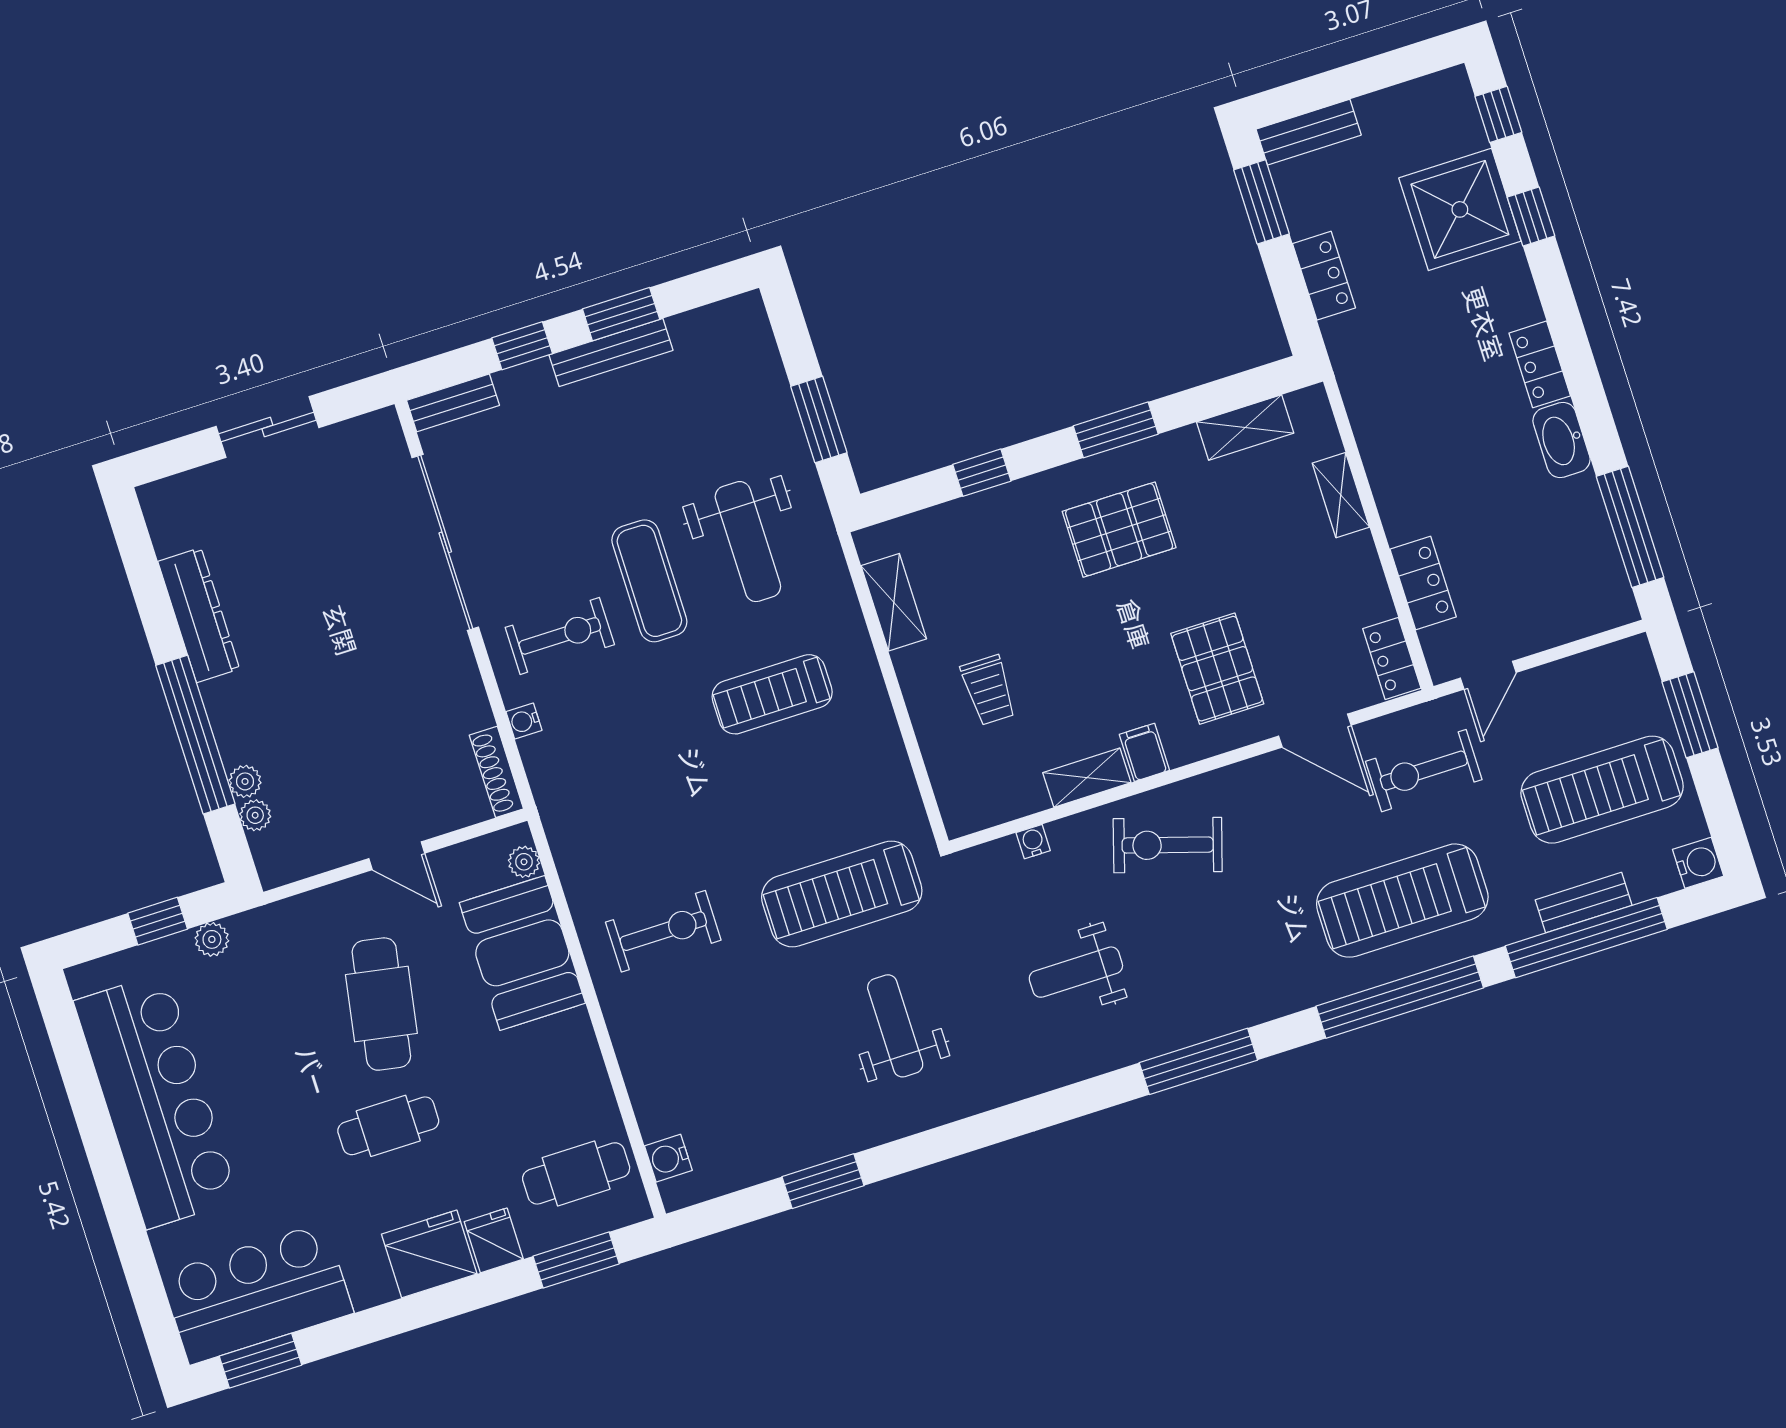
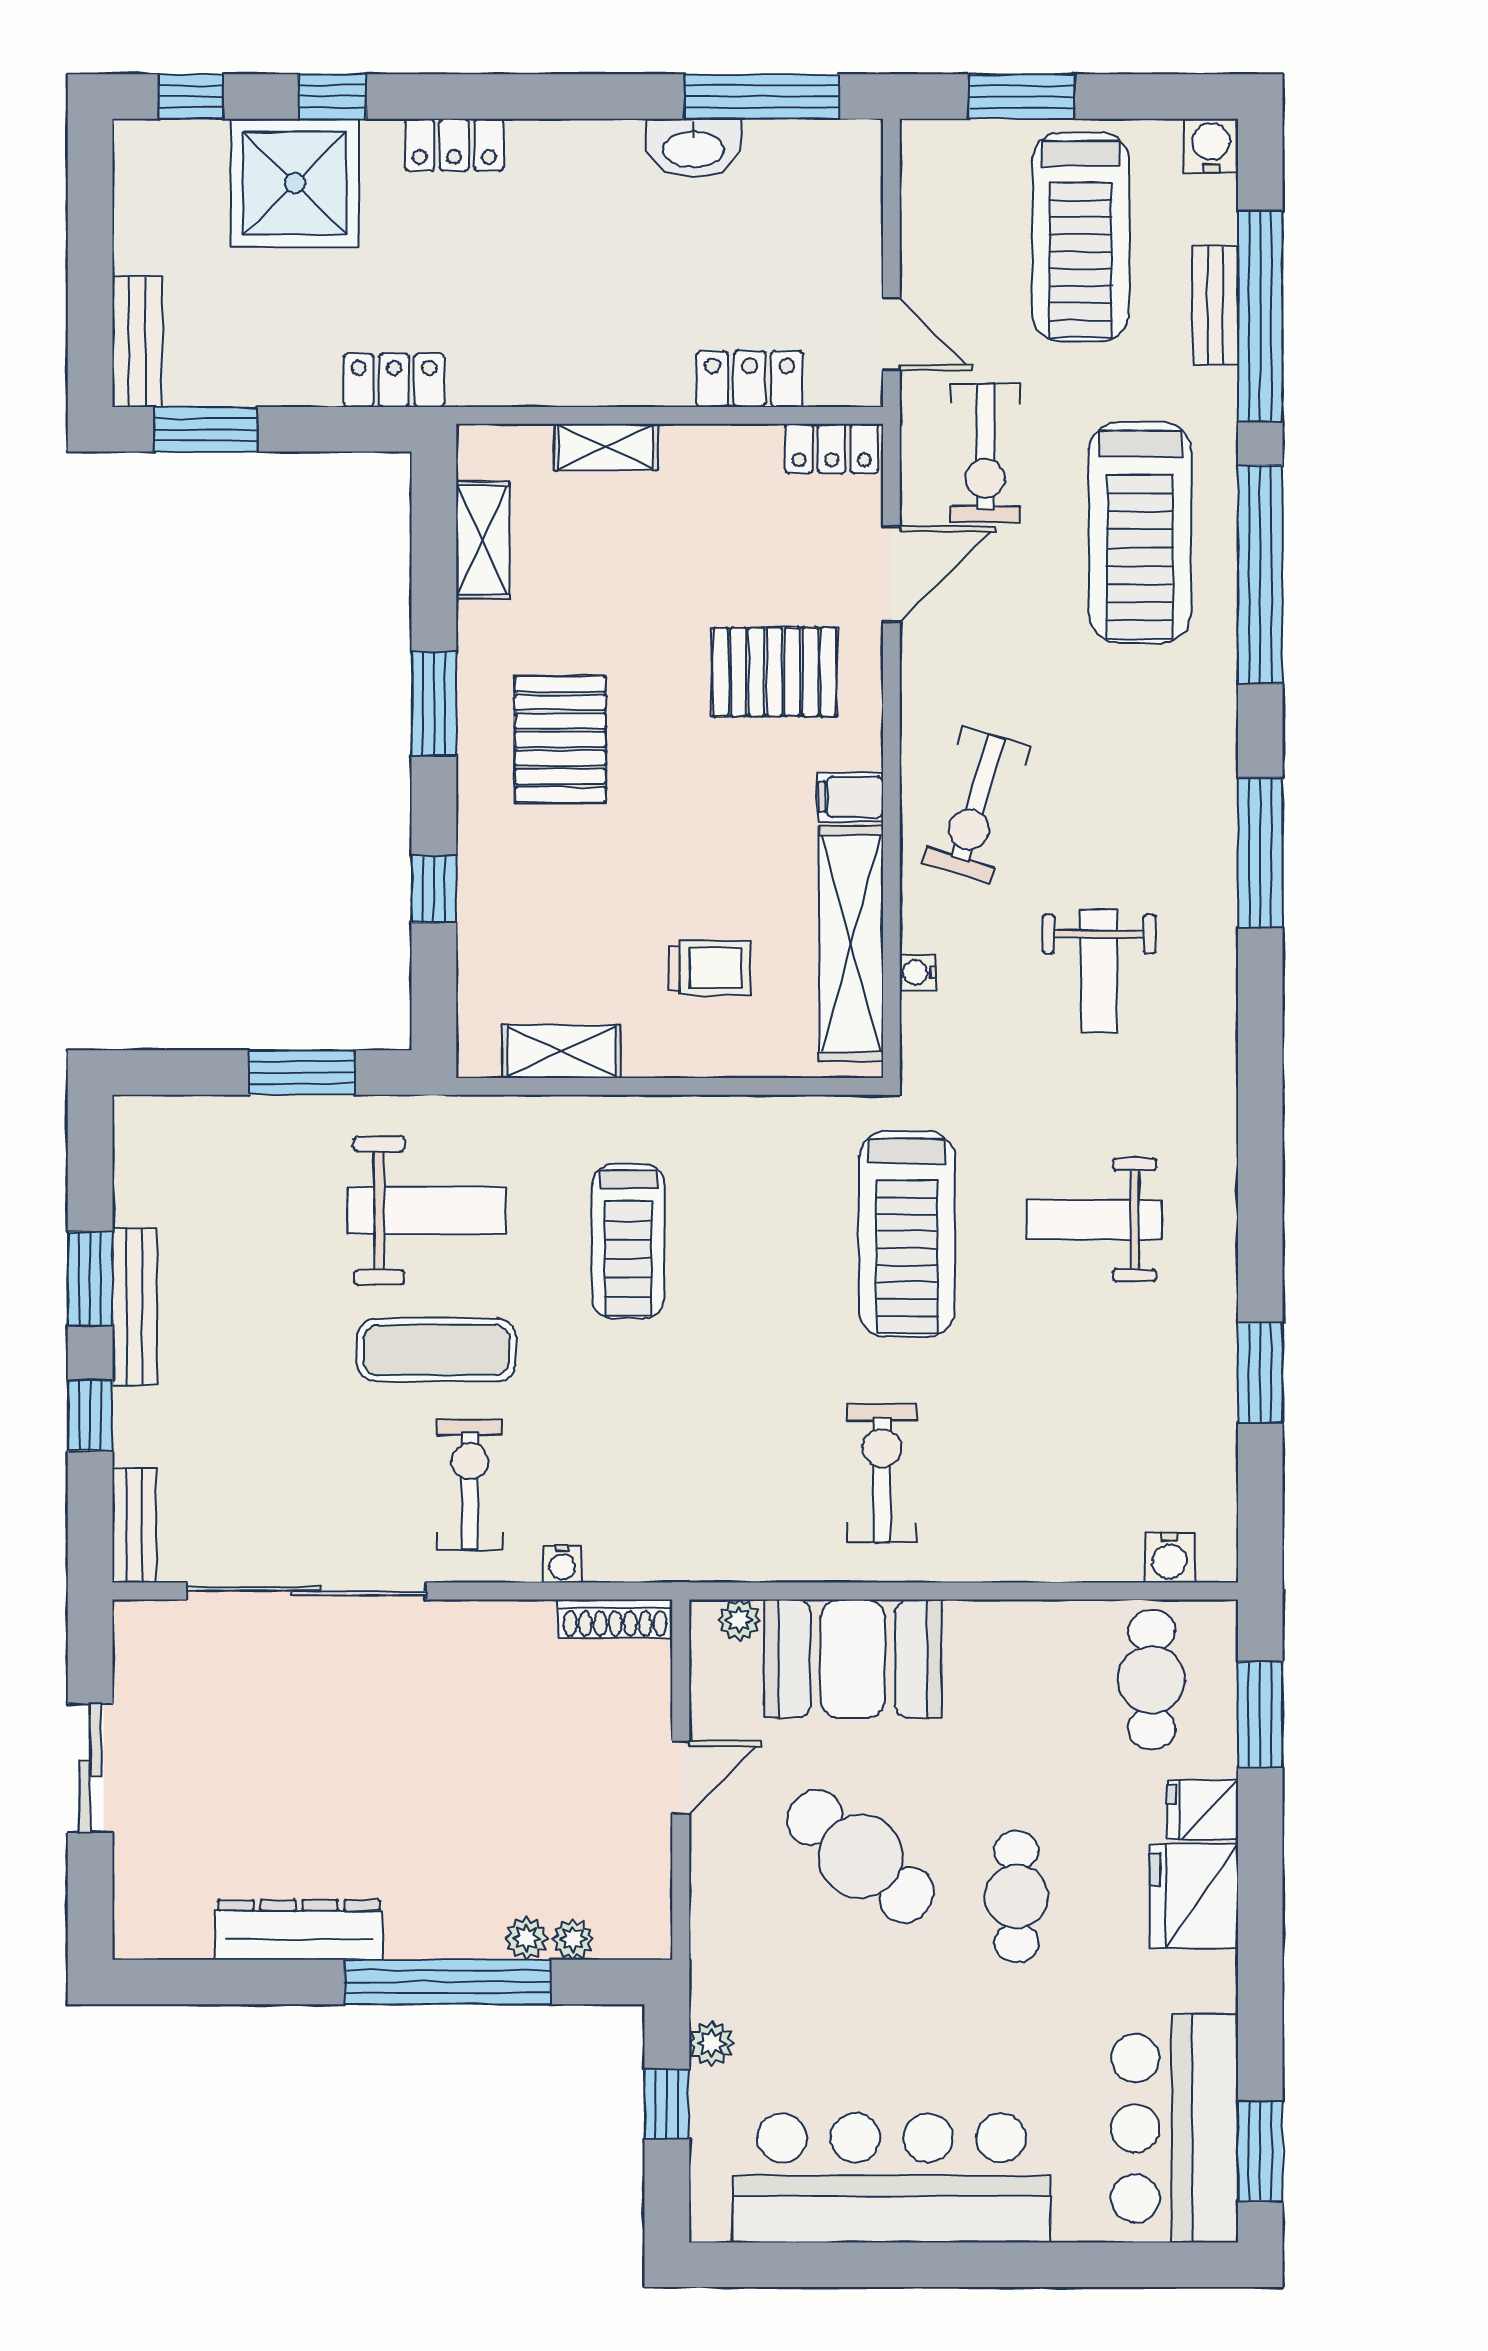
locker: (1324, 276) -> (394, 380), moved
locker: (1540, 364) -> (454, 145), moved
washbasin: (1562, 440) -> (694, 148), moved
shelving: (1087, 778) -> (851, 943), width x2.20, depth x1.33
cafe table: (381, 1004) -> (861, 1856), turned 30

